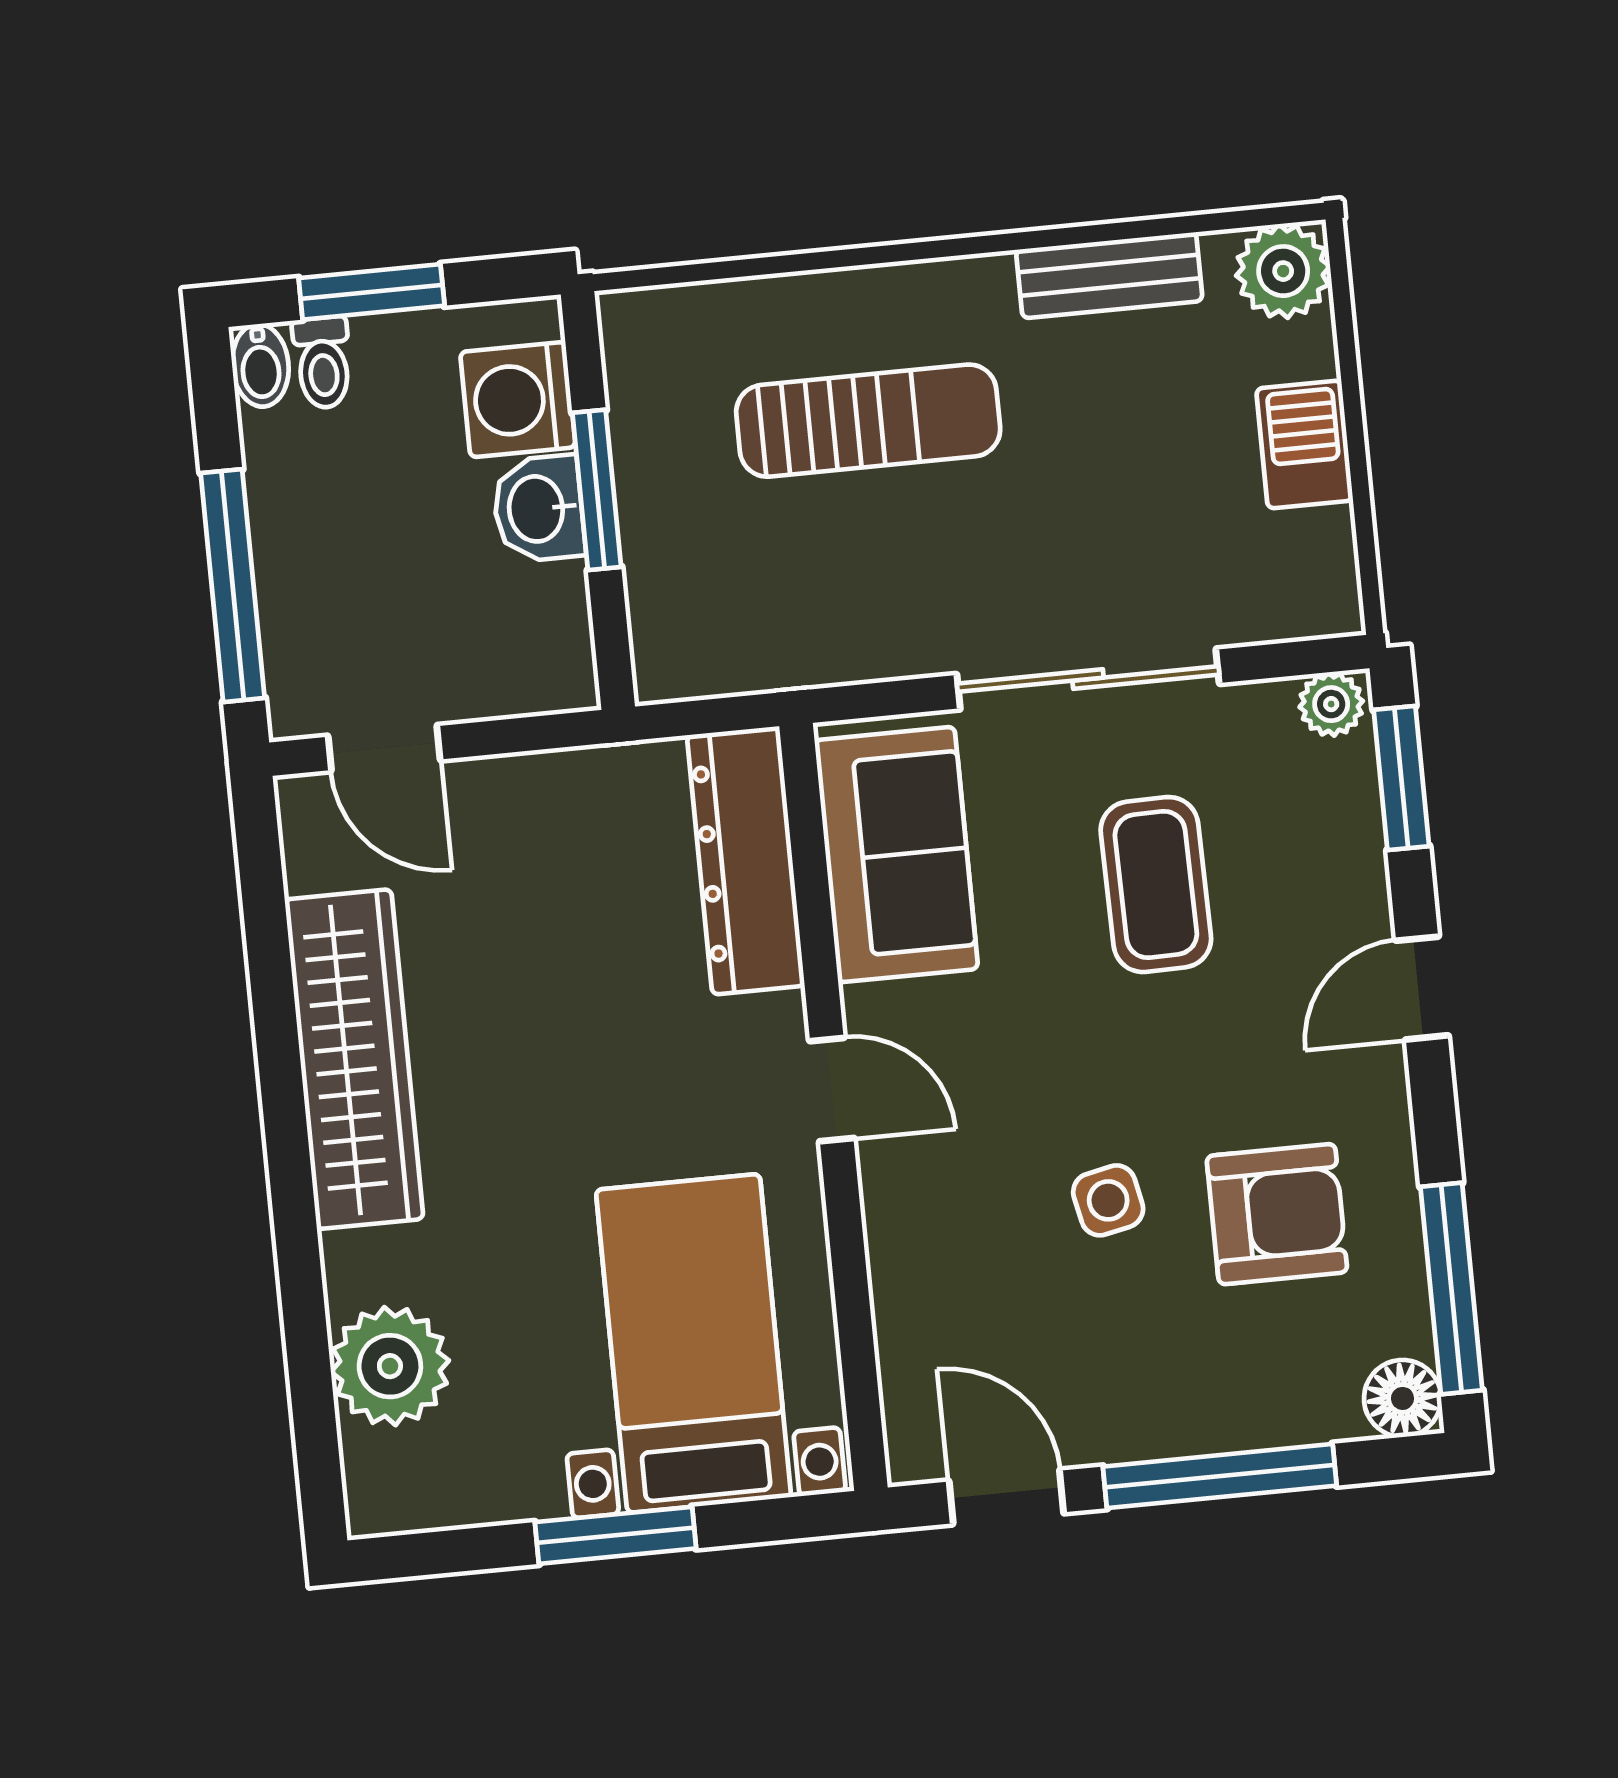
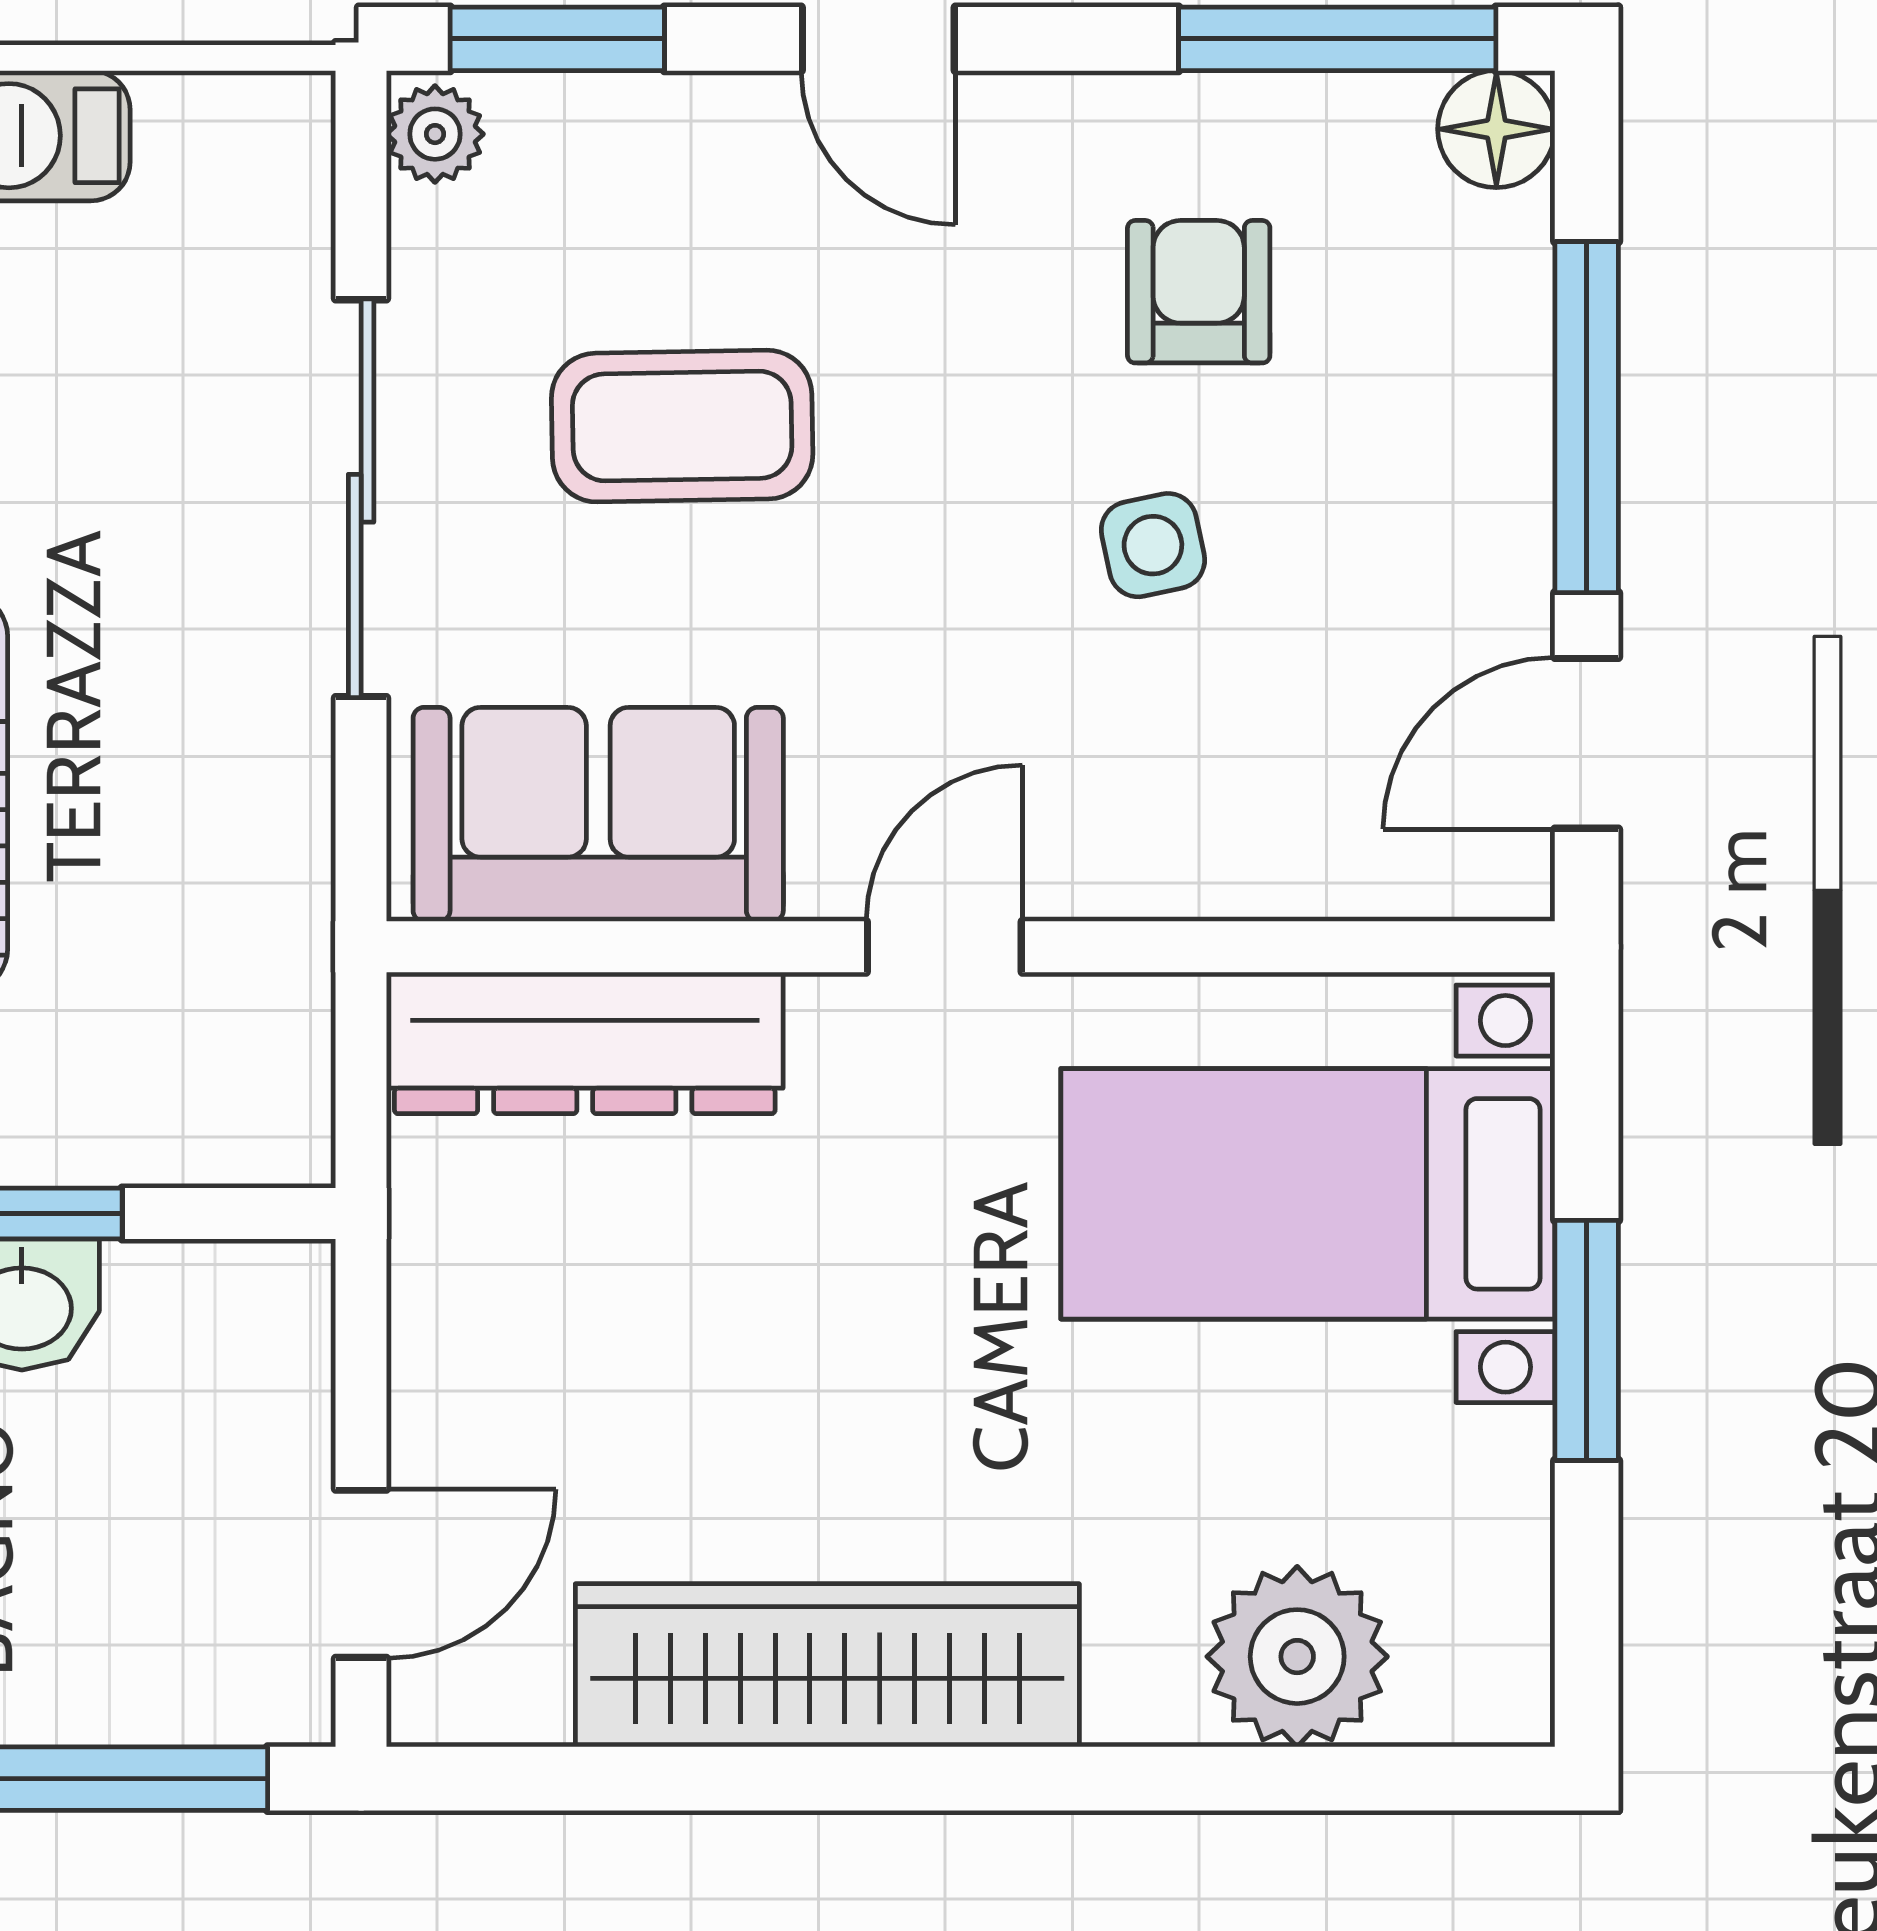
armchair: (1277, 1214) -> (1199, 292), width x0.72, depth x0.72

